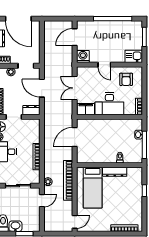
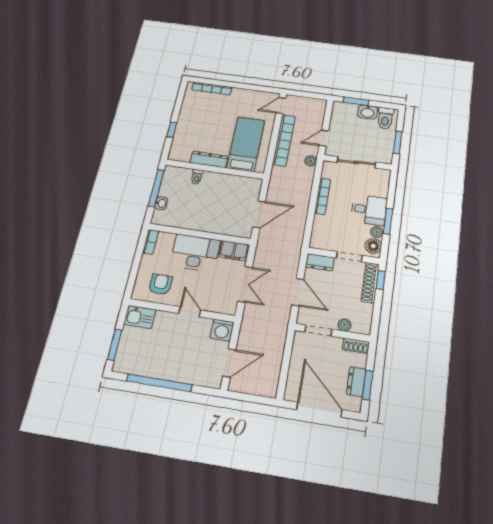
bookcase: (68, 180) -> (284, 140), moved

